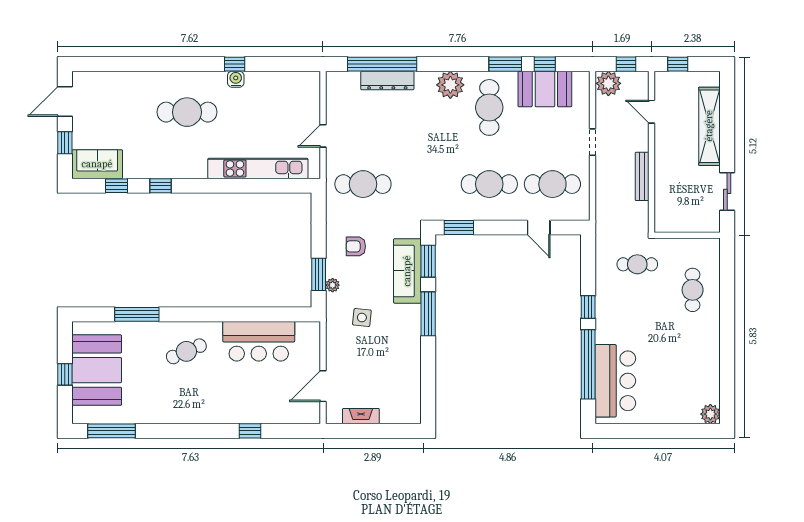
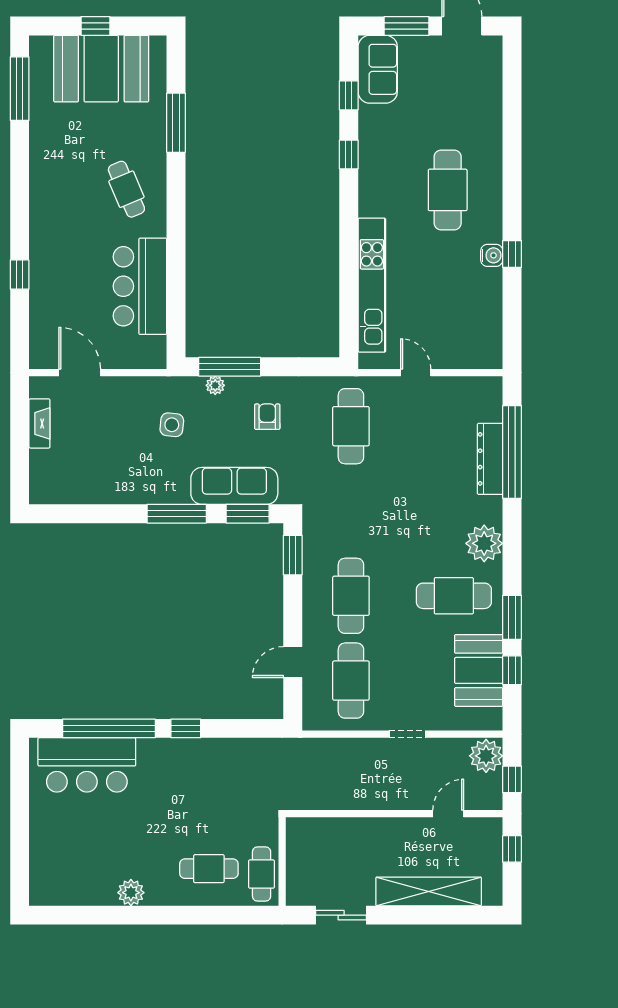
window: (65, 143) -> (407, 26), width x1.50
bench: (642, 176) -> (361, 801), removed
cafe table: (637, 264) -> (262, 874), moved
window: (319, 274) -> (230, 367), width x1.44
plant: (710, 414) -> (131, 893), moved

